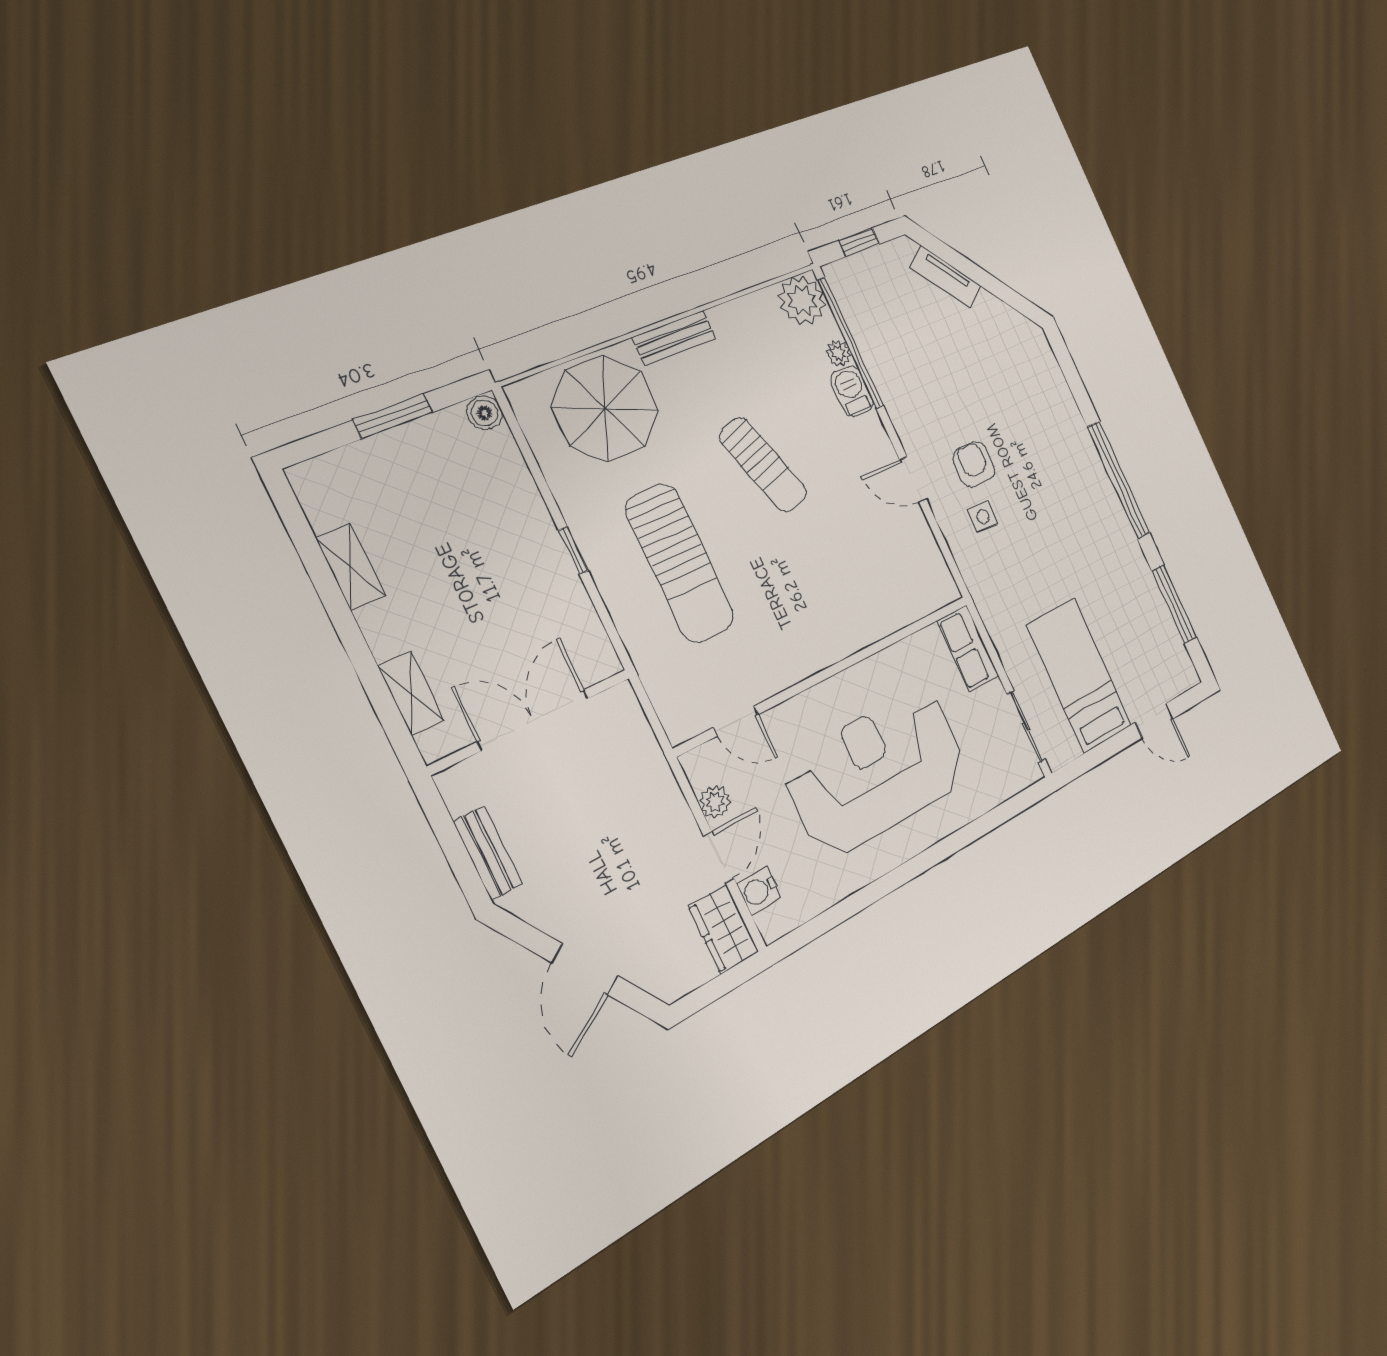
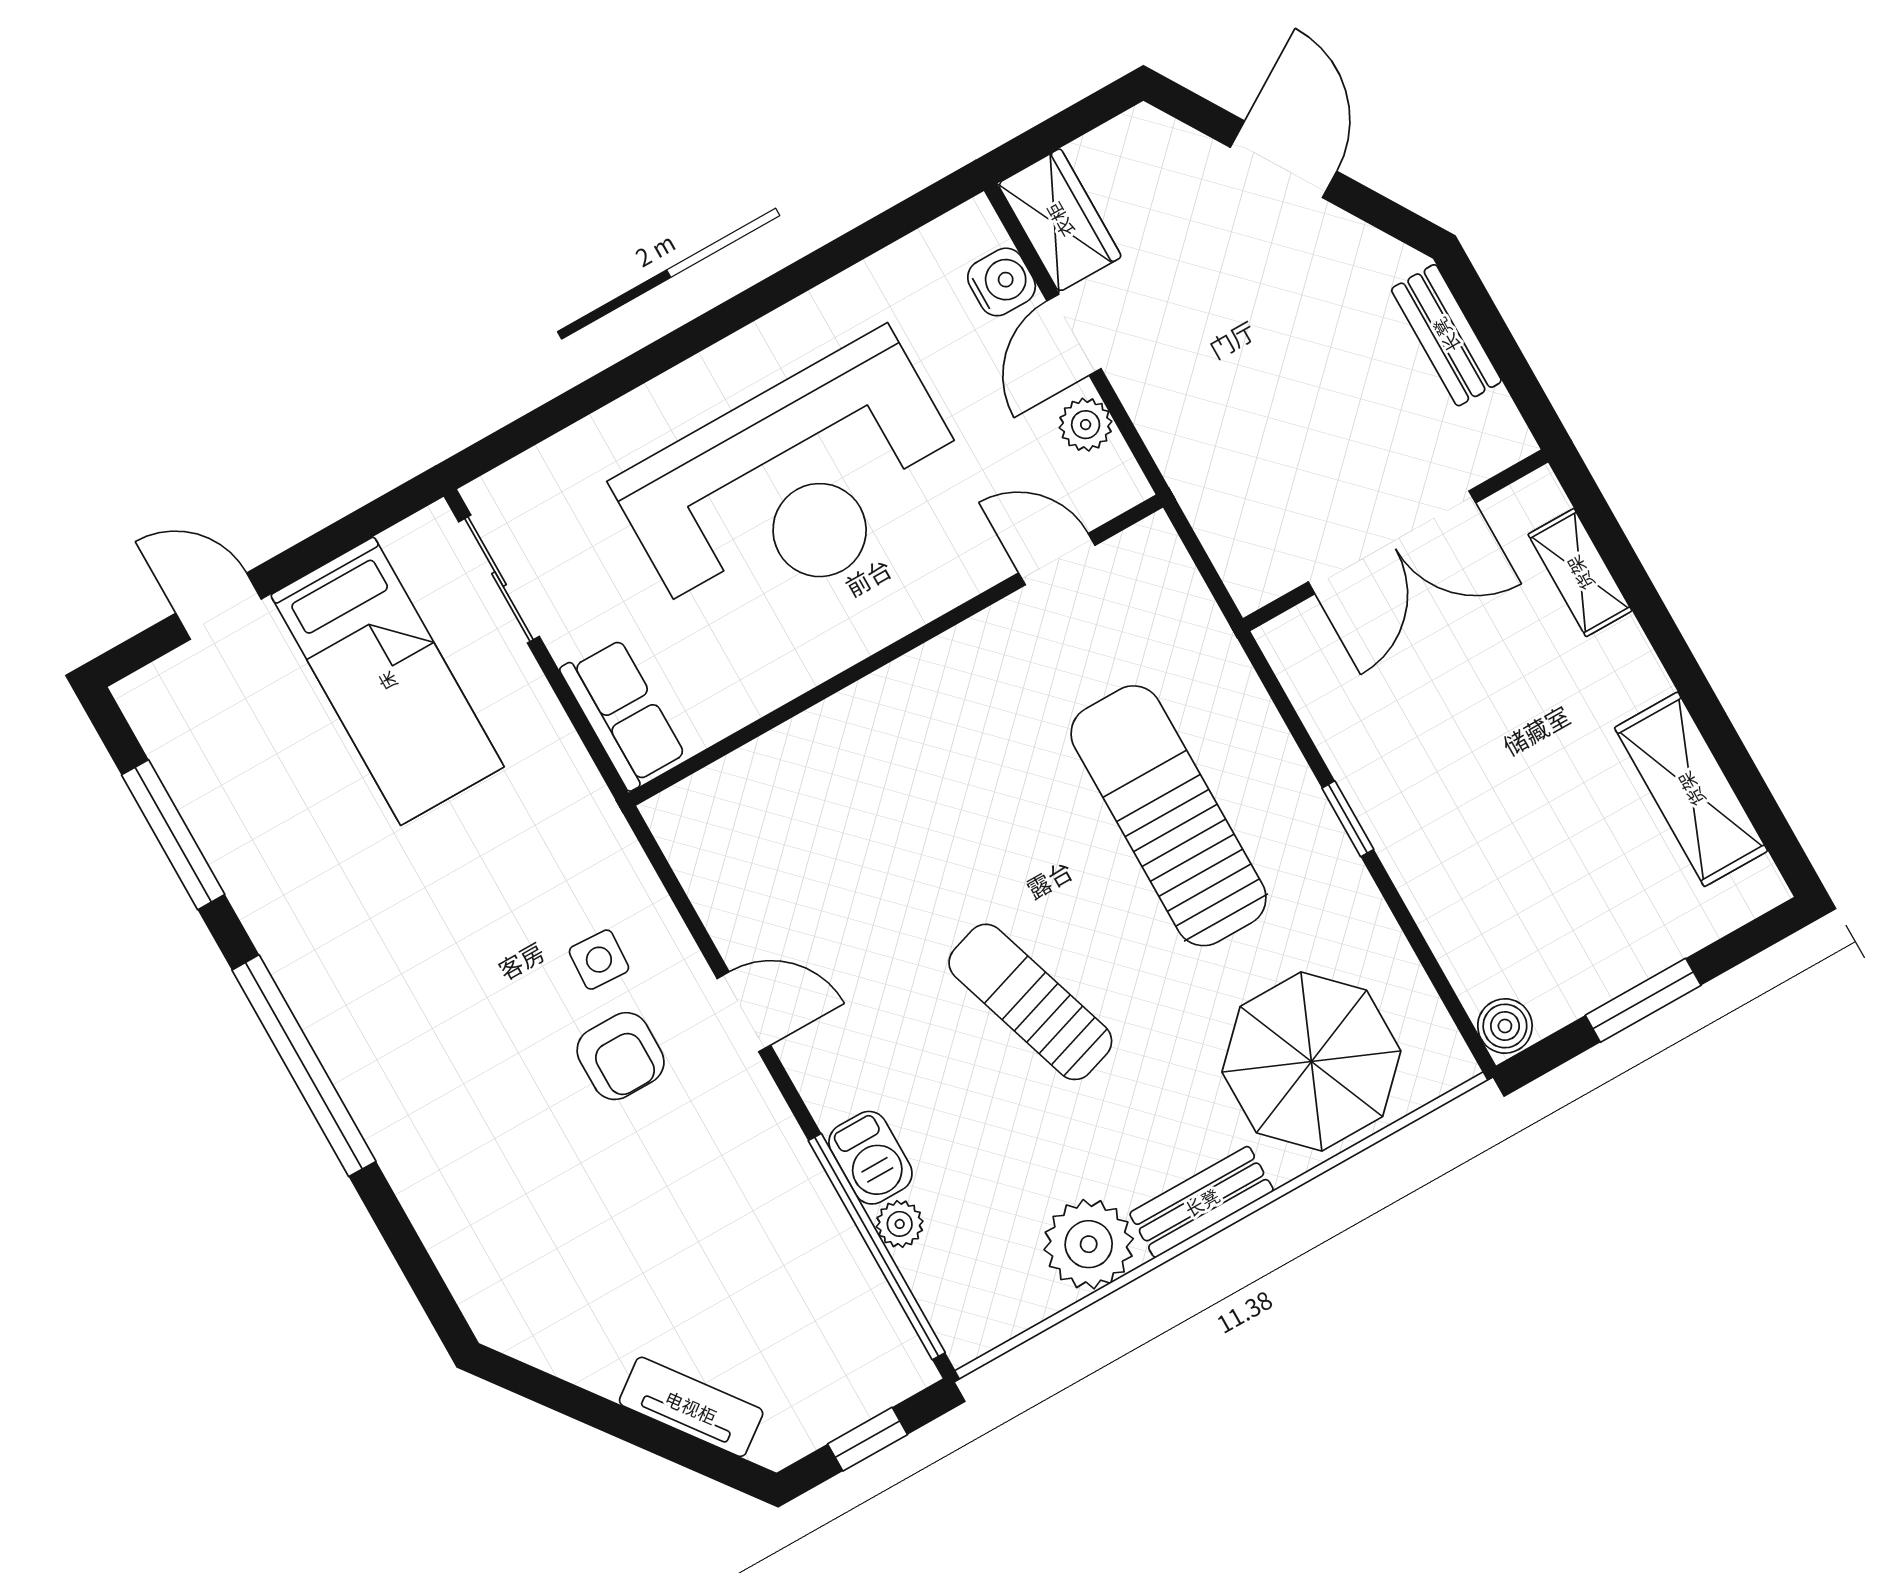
plant: (802, 300) -> (1089, 1244), moved
shelving: (351, 567) -> (1691, 789), width x1.50, depth x1.33

